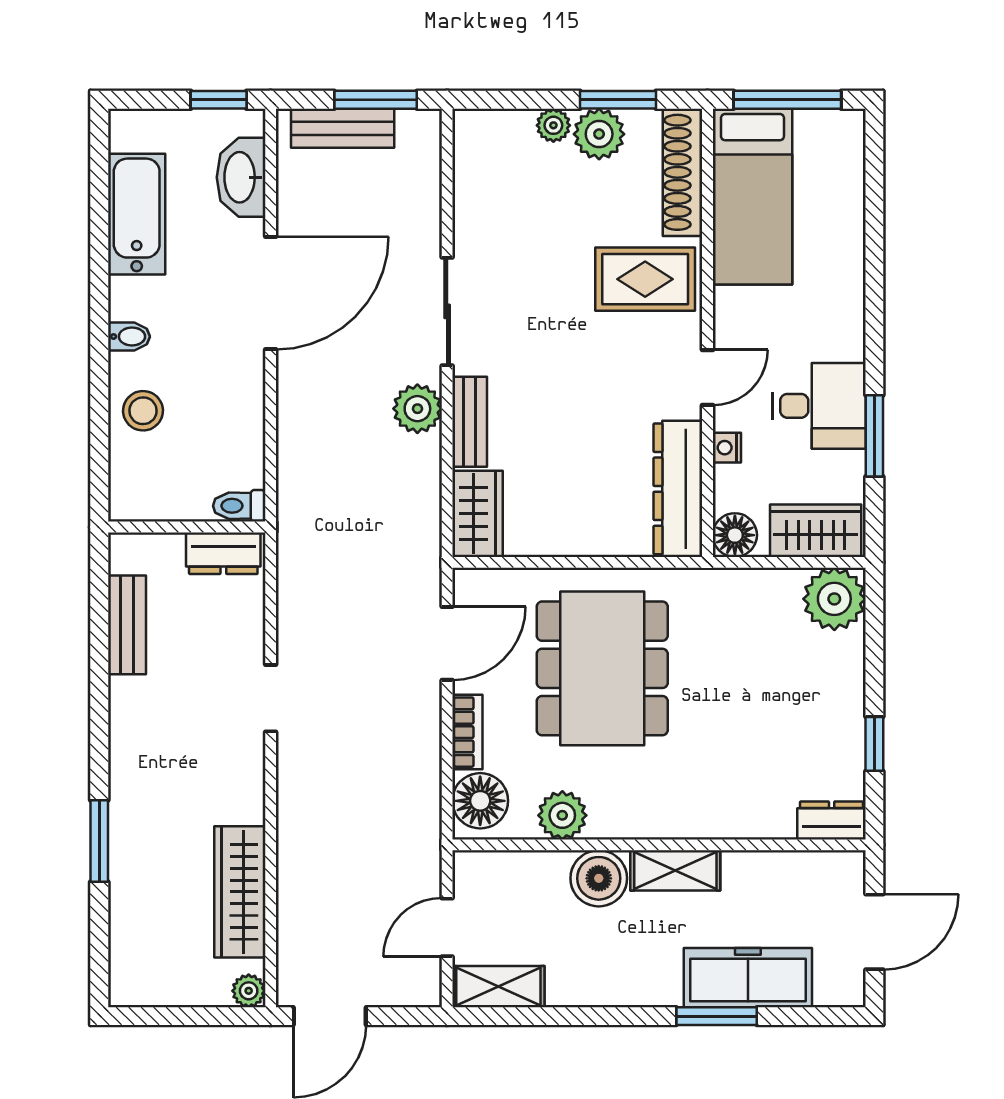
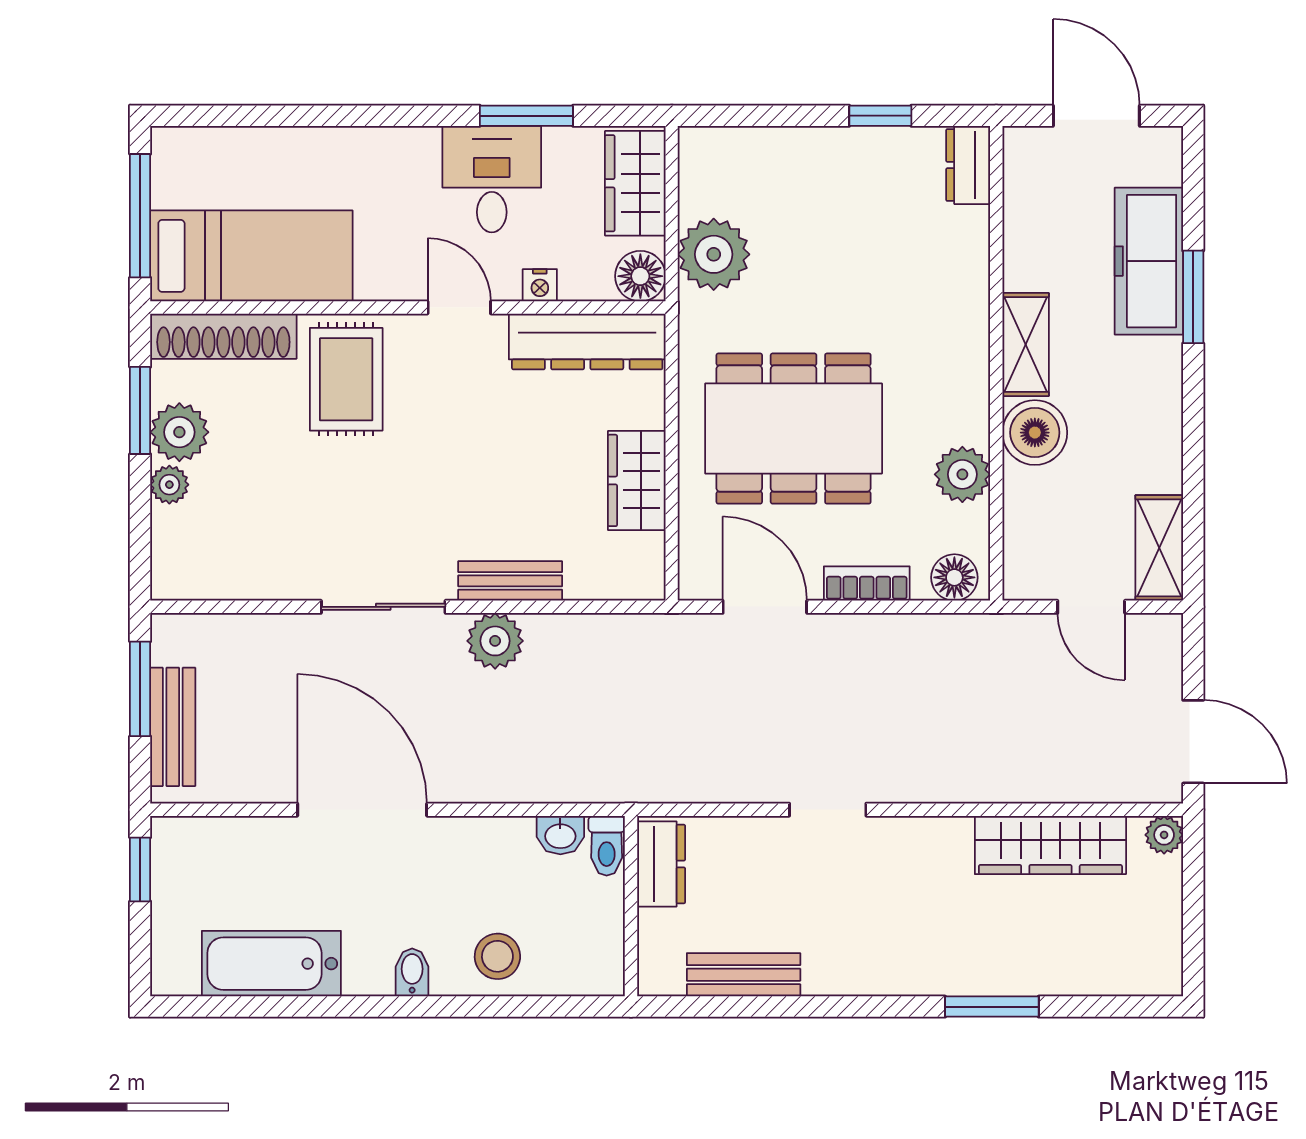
washbasin: (241, 177) -> (560, 835), moved, width x0.52, depth x0.69
wardrobe: (478, 514) -> (637, 480), moved, turned -90
plant: (834, 599) -> (714, 254), moved
floor lamp: (480, 801) -> (954, 577), width x0.73, depth x0.73

